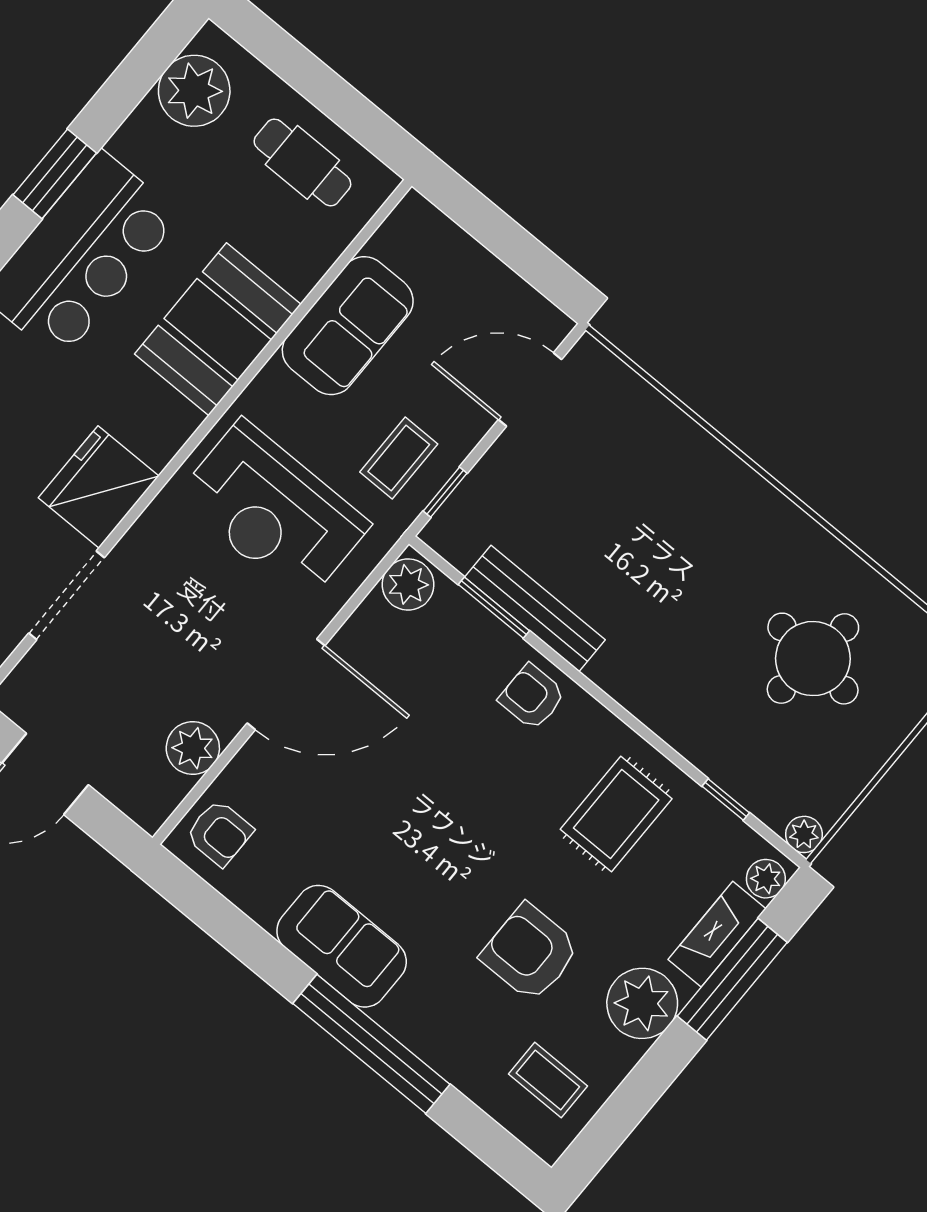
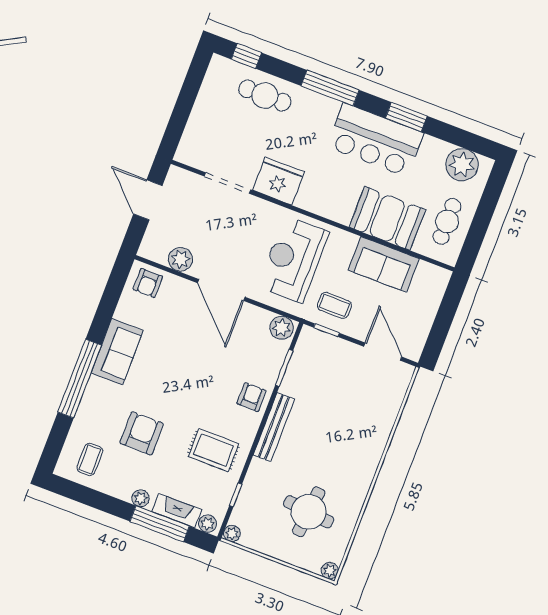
booth: (218, 329) -> (387, 218), moved
bench: (535, 609) -> (274, 427), moved
plant: (642, 1003) -> (141, 498), width x0.53, depth x0.53

